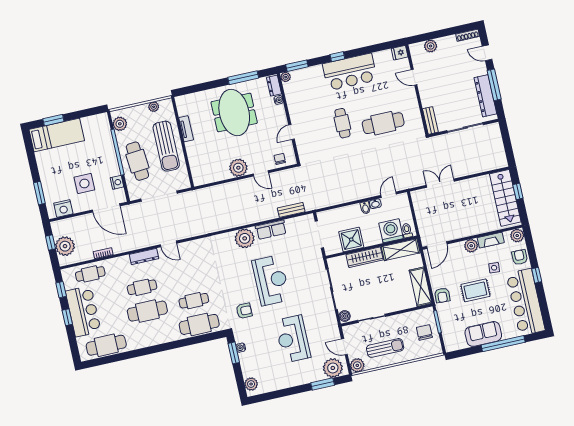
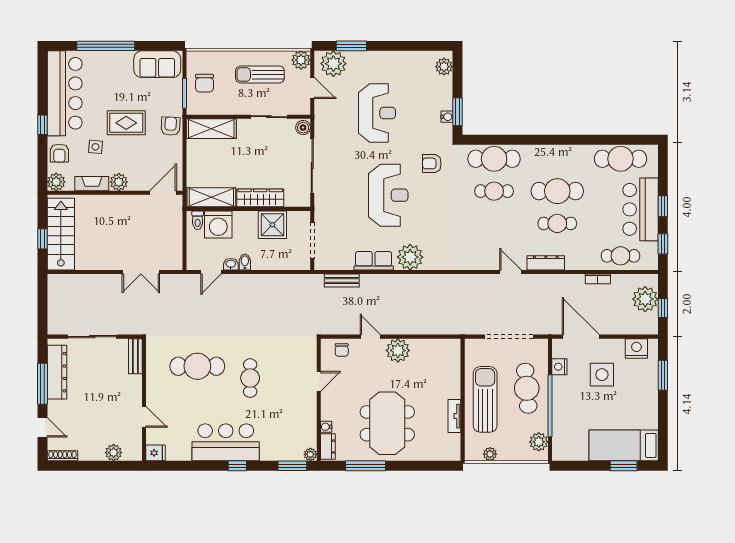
reception desk: (271, 280) -> (388, 195), turned 180
shelving: (420, 287) -> (211, 129), moved, turned 90
sofa: (483, 334) -> (157, 64), moved

